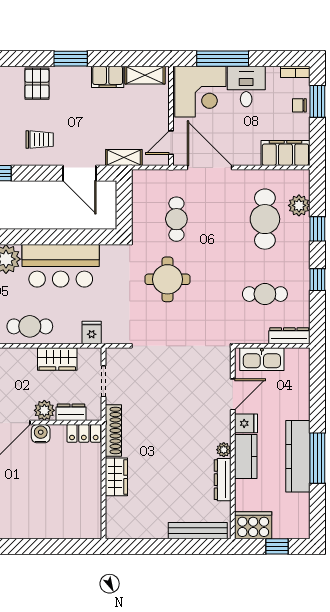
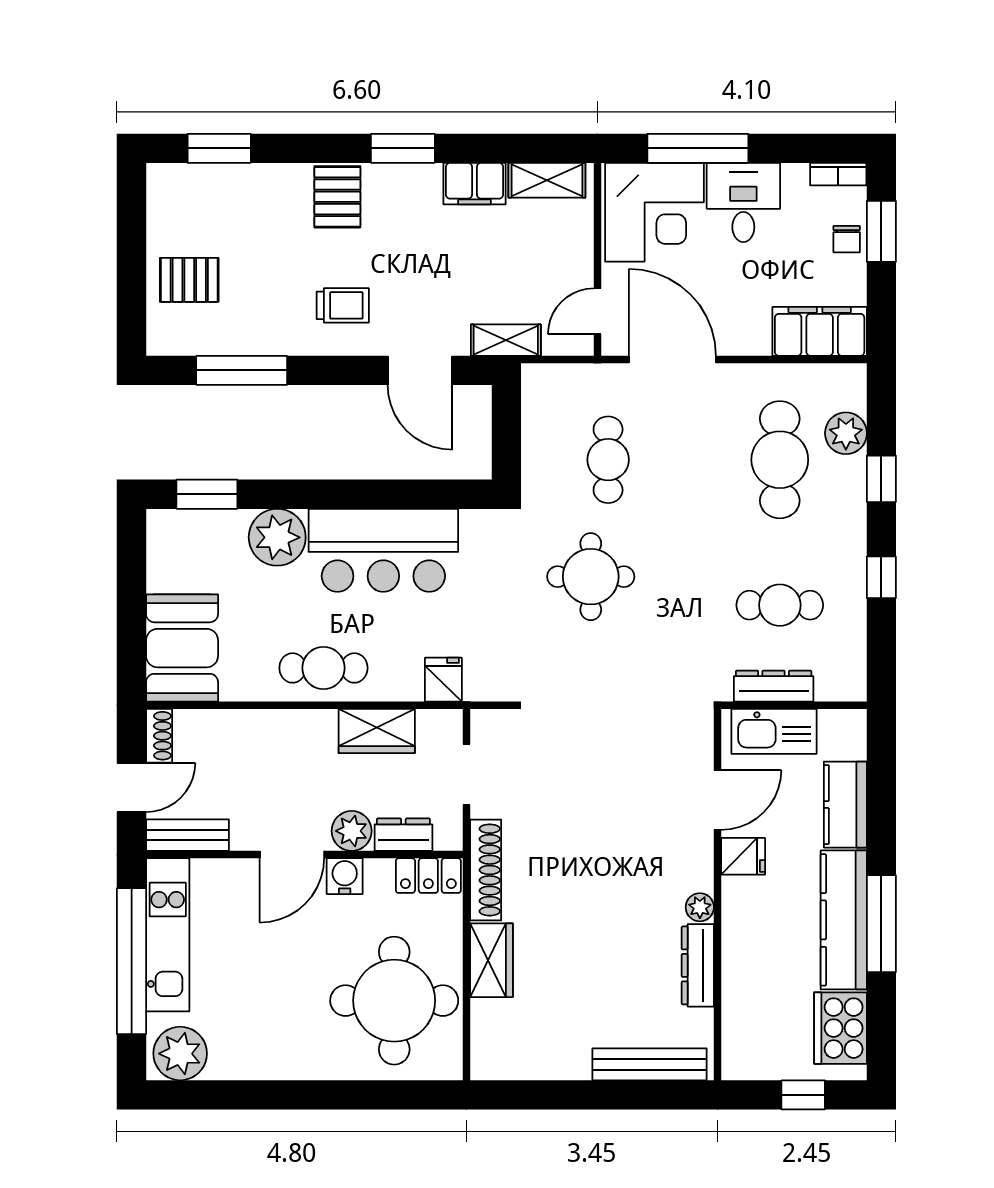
chair: (299, 105) -> (847, 239), turned -90
dresser: (289, 336) -> (774, 686), moved
kitchen counter: (246, 457) -> (845, 805), moved, turned 180
round table: (66, 498) -> (394, 1001), added
cooker: (253, 525) -> (840, 1028), moved, turned -90

